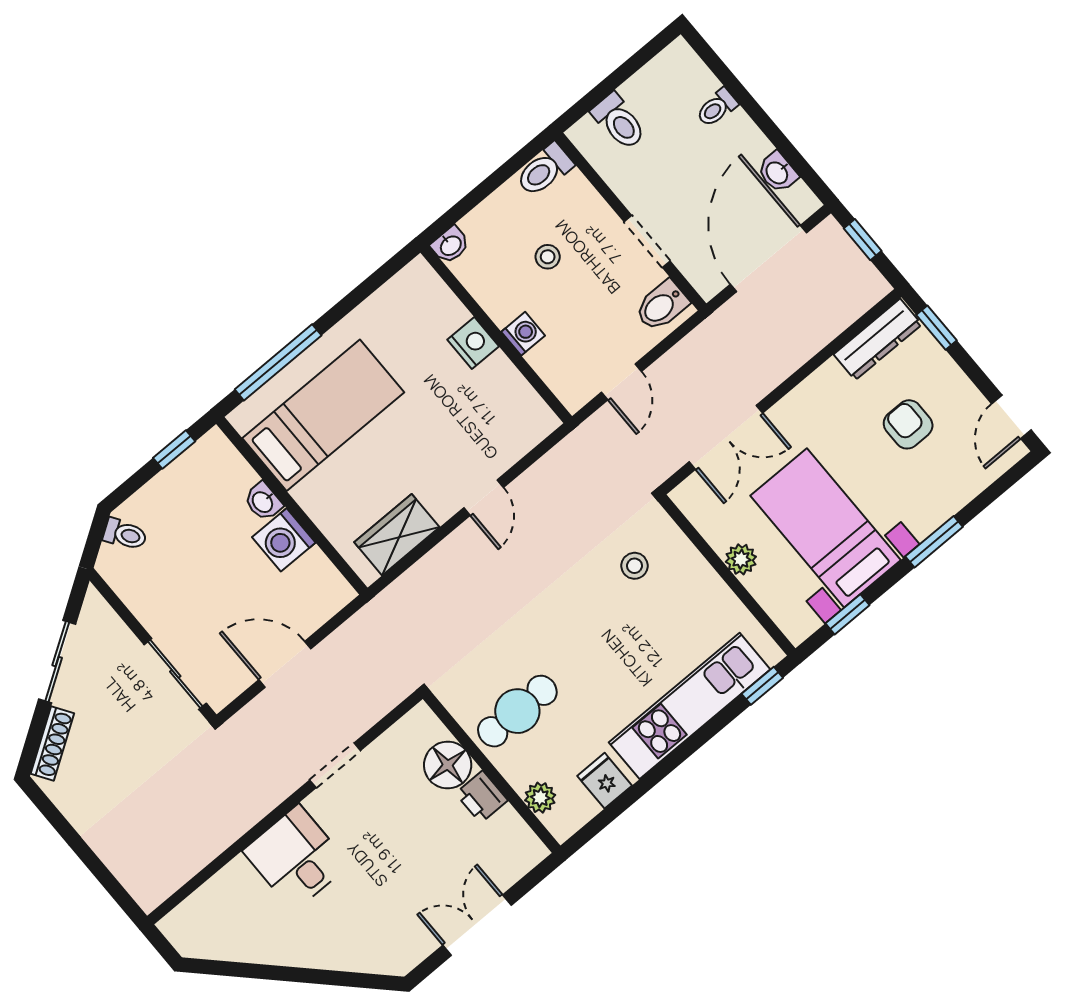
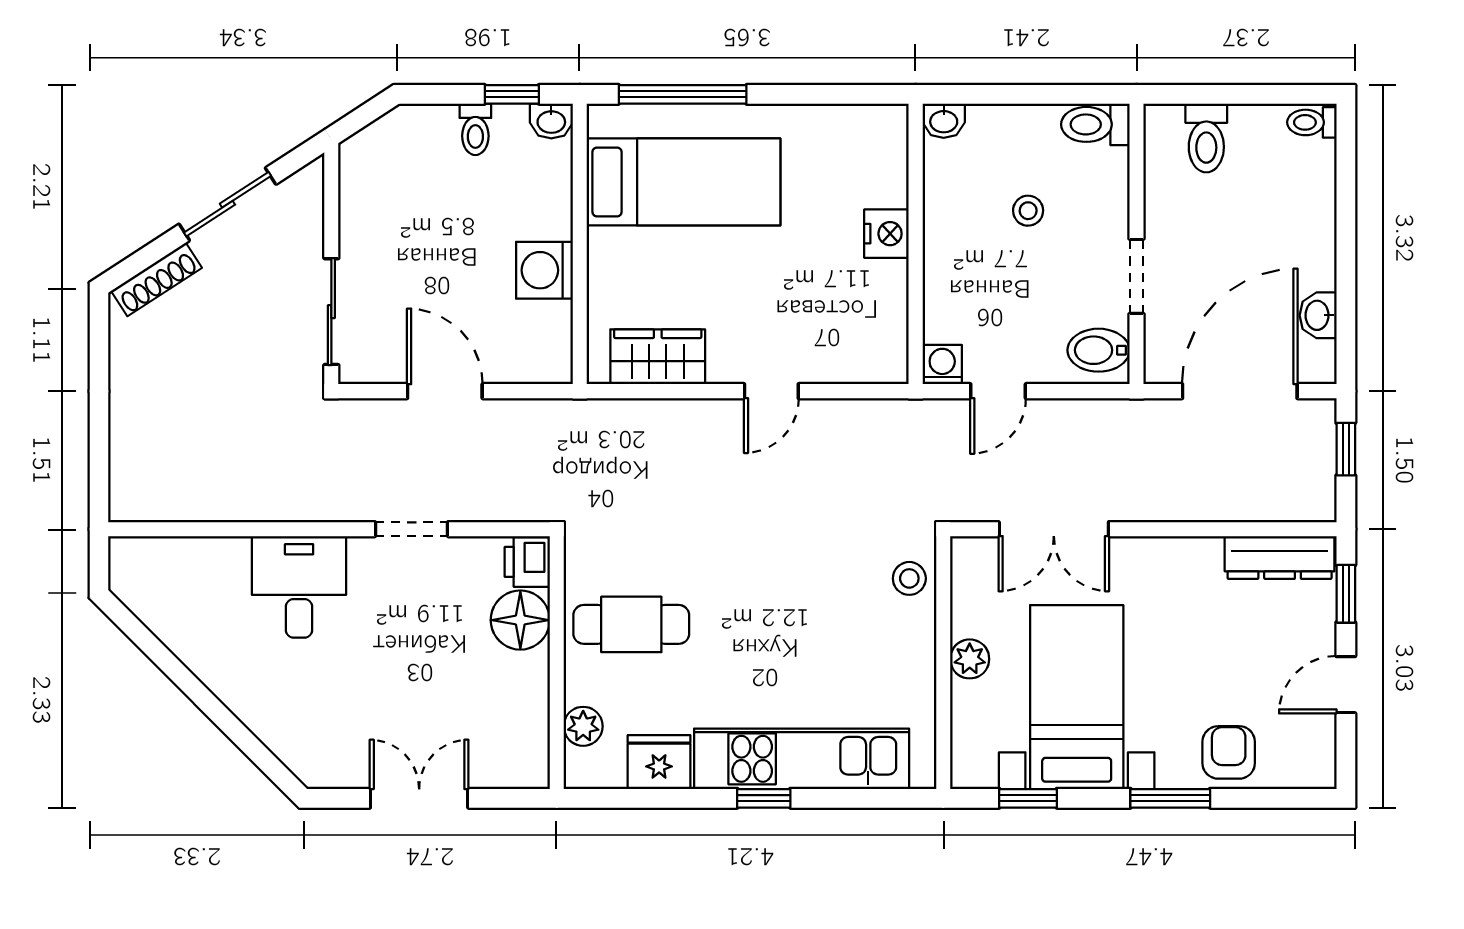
toilet: (717, 108) -> (1312, 122), moved
washing machine: (523, 334) -> (942, 365), moved, turned -90
door: (1011, 417) -> (1346, 685), moved
armchair: (908, 424) -> (1229, 752), moved
washbasin: (263, 502) -> (551, 121), moved, turned -90
toilet: (125, 534) -> (475, 129), moved, turned 33
stool: (634, 566) -> (909, 578), moved
window: (762, 686) -> (764, 798), moved
fridge: (605, 781) -> (659, 762), width x1.38
printer: (482, 797) -> (527, 562), moved

